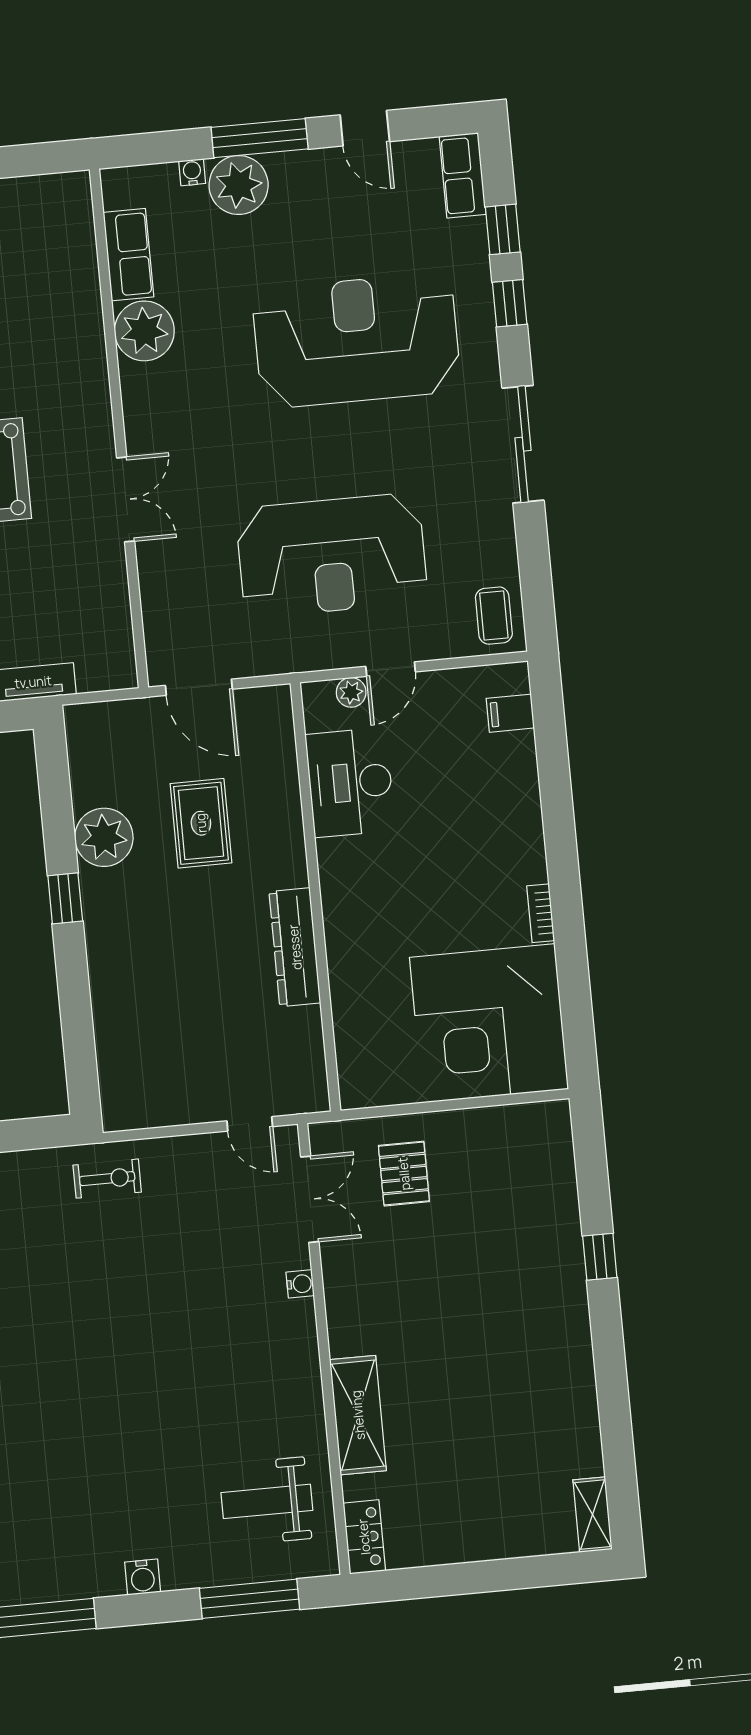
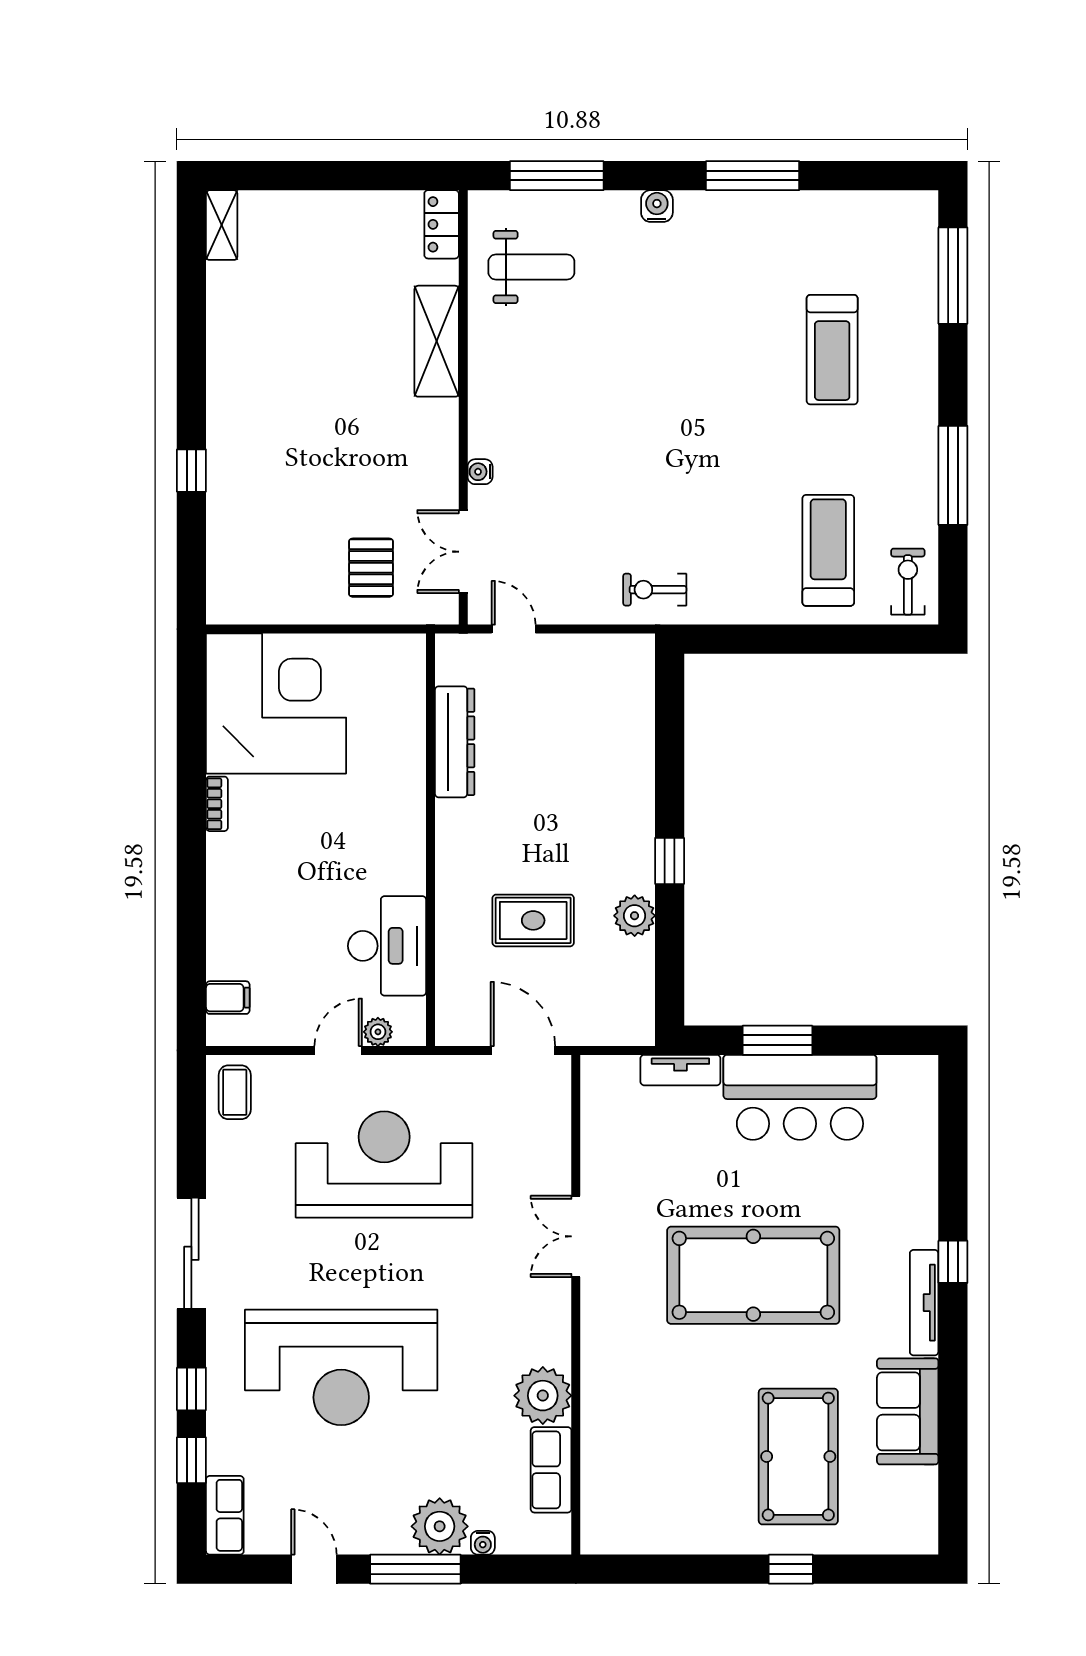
rug: (201, 823) -> (533, 920), turned 90
plant: (104, 837) -> (635, 916), width x0.73, depth x0.73
dresser: (295, 947) -> (455, 742), moved

